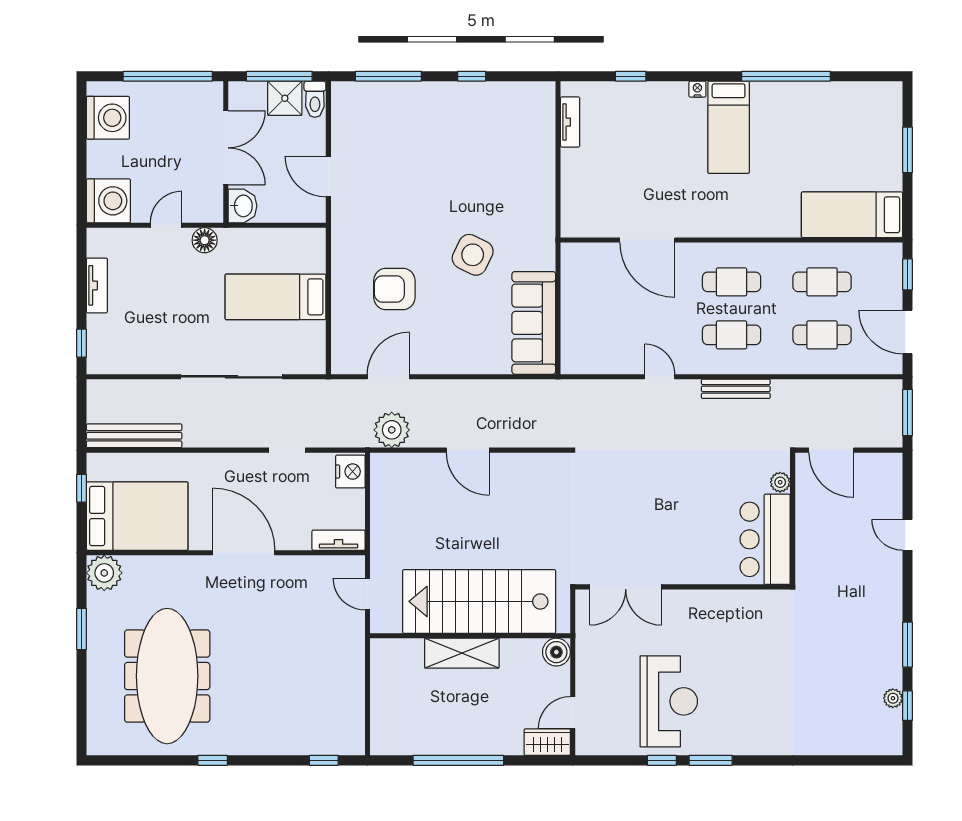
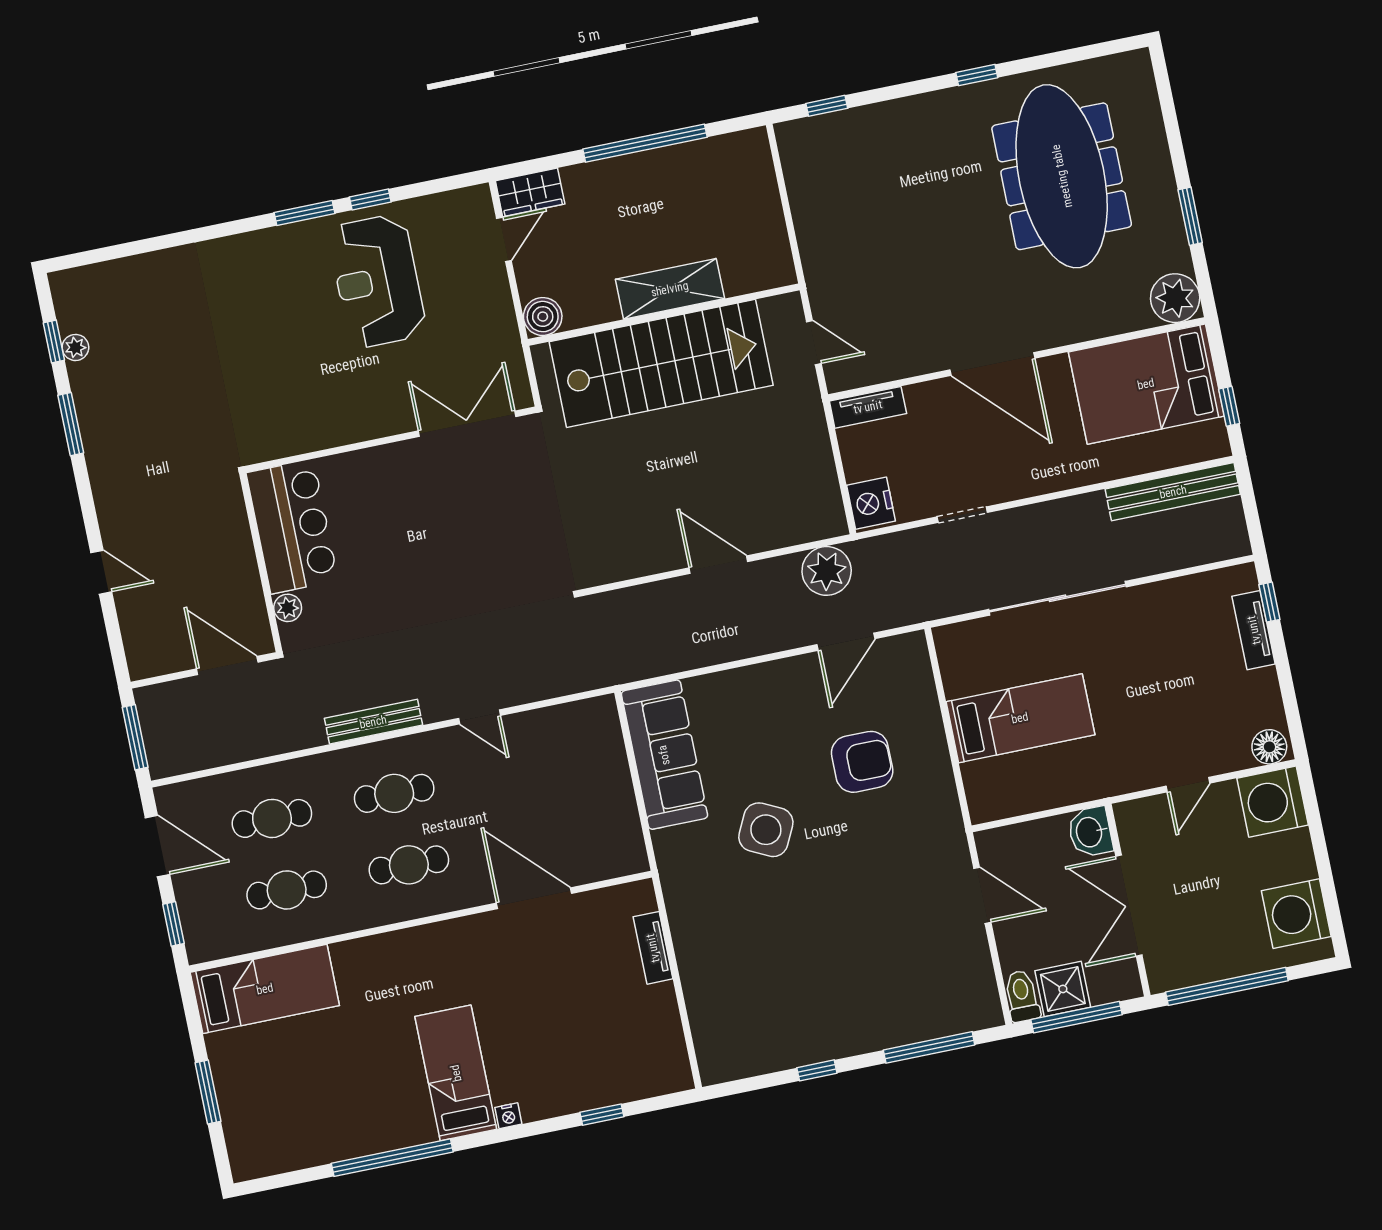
tv unit: (570, 122) -> (653, 948), moved
floor lamp: (205, 240) -> (1269, 747), moved
tv unit: (97, 285) -> (1254, 630), moved

